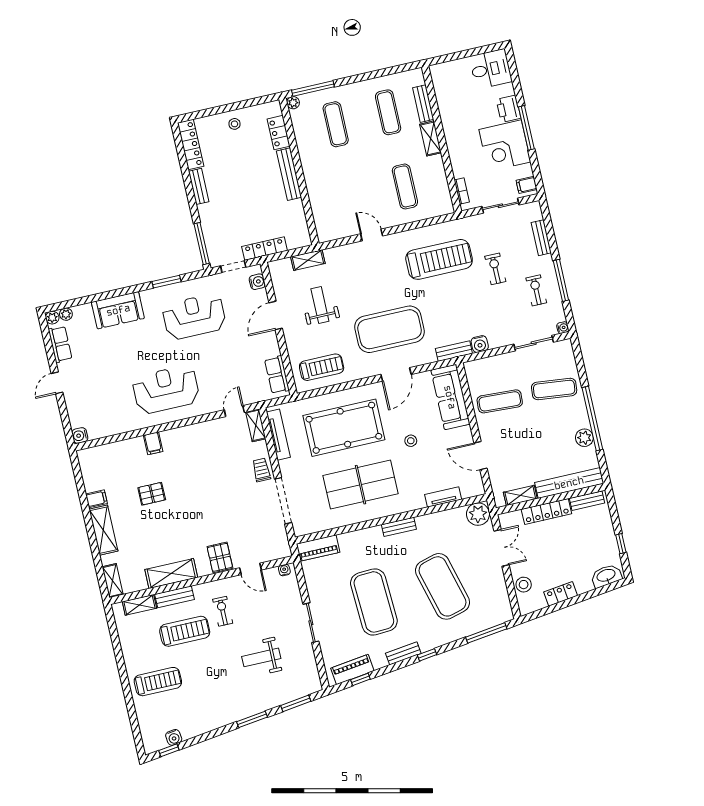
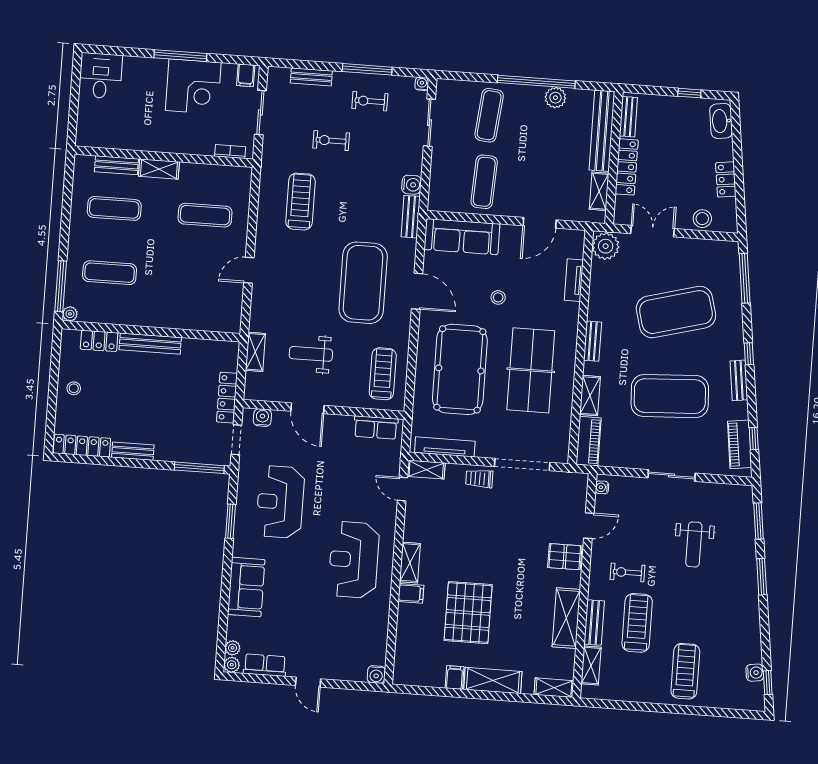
printer: (508, 109) -> (152, 69), removed
treadmill: (439, 259) -> (300, 202), width x0.73, depth x0.73
shelving: (177, 435) -> (410, 563), added
pallet: (152, 494) -> (468, 613), width x2.05, depth x2.00
shelving: (355, 538) -> (590, 396), added

